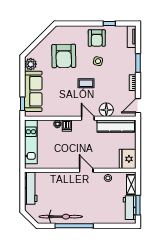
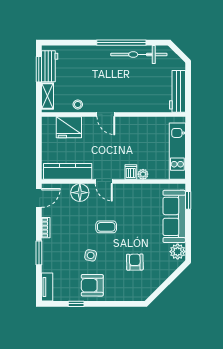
armchair: (97, 38) -> (92, 285), turned -90
armchair: (64, 56) -> (135, 262), width x0.53, depth x0.53
fridge: (128, 159) -> (69, 127), moved, turned 90

